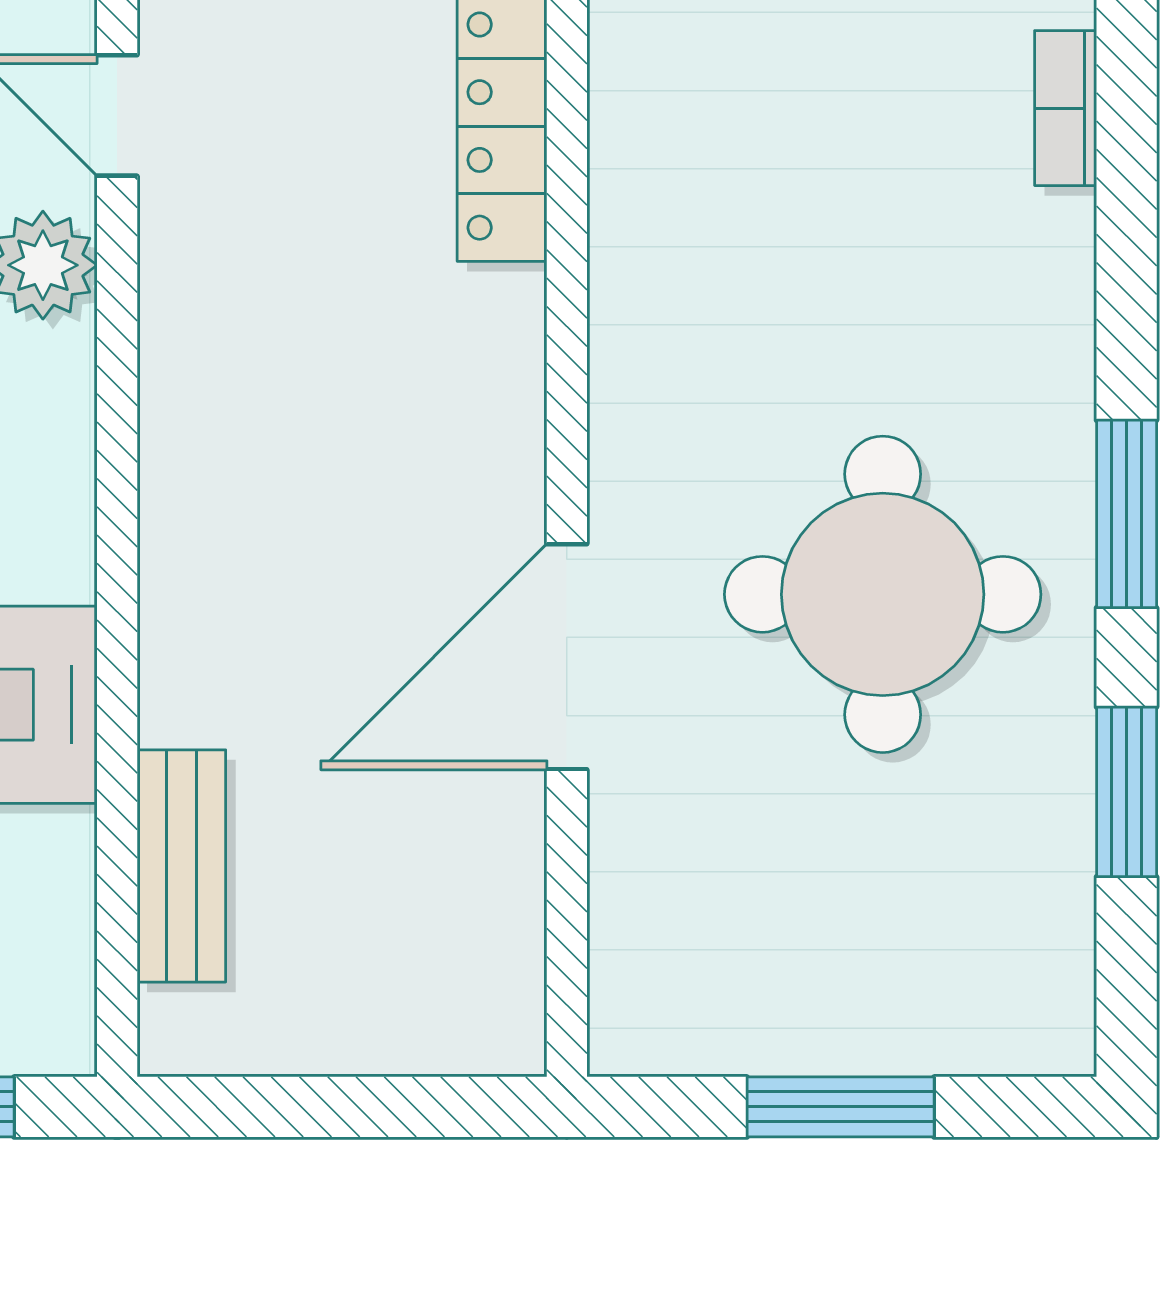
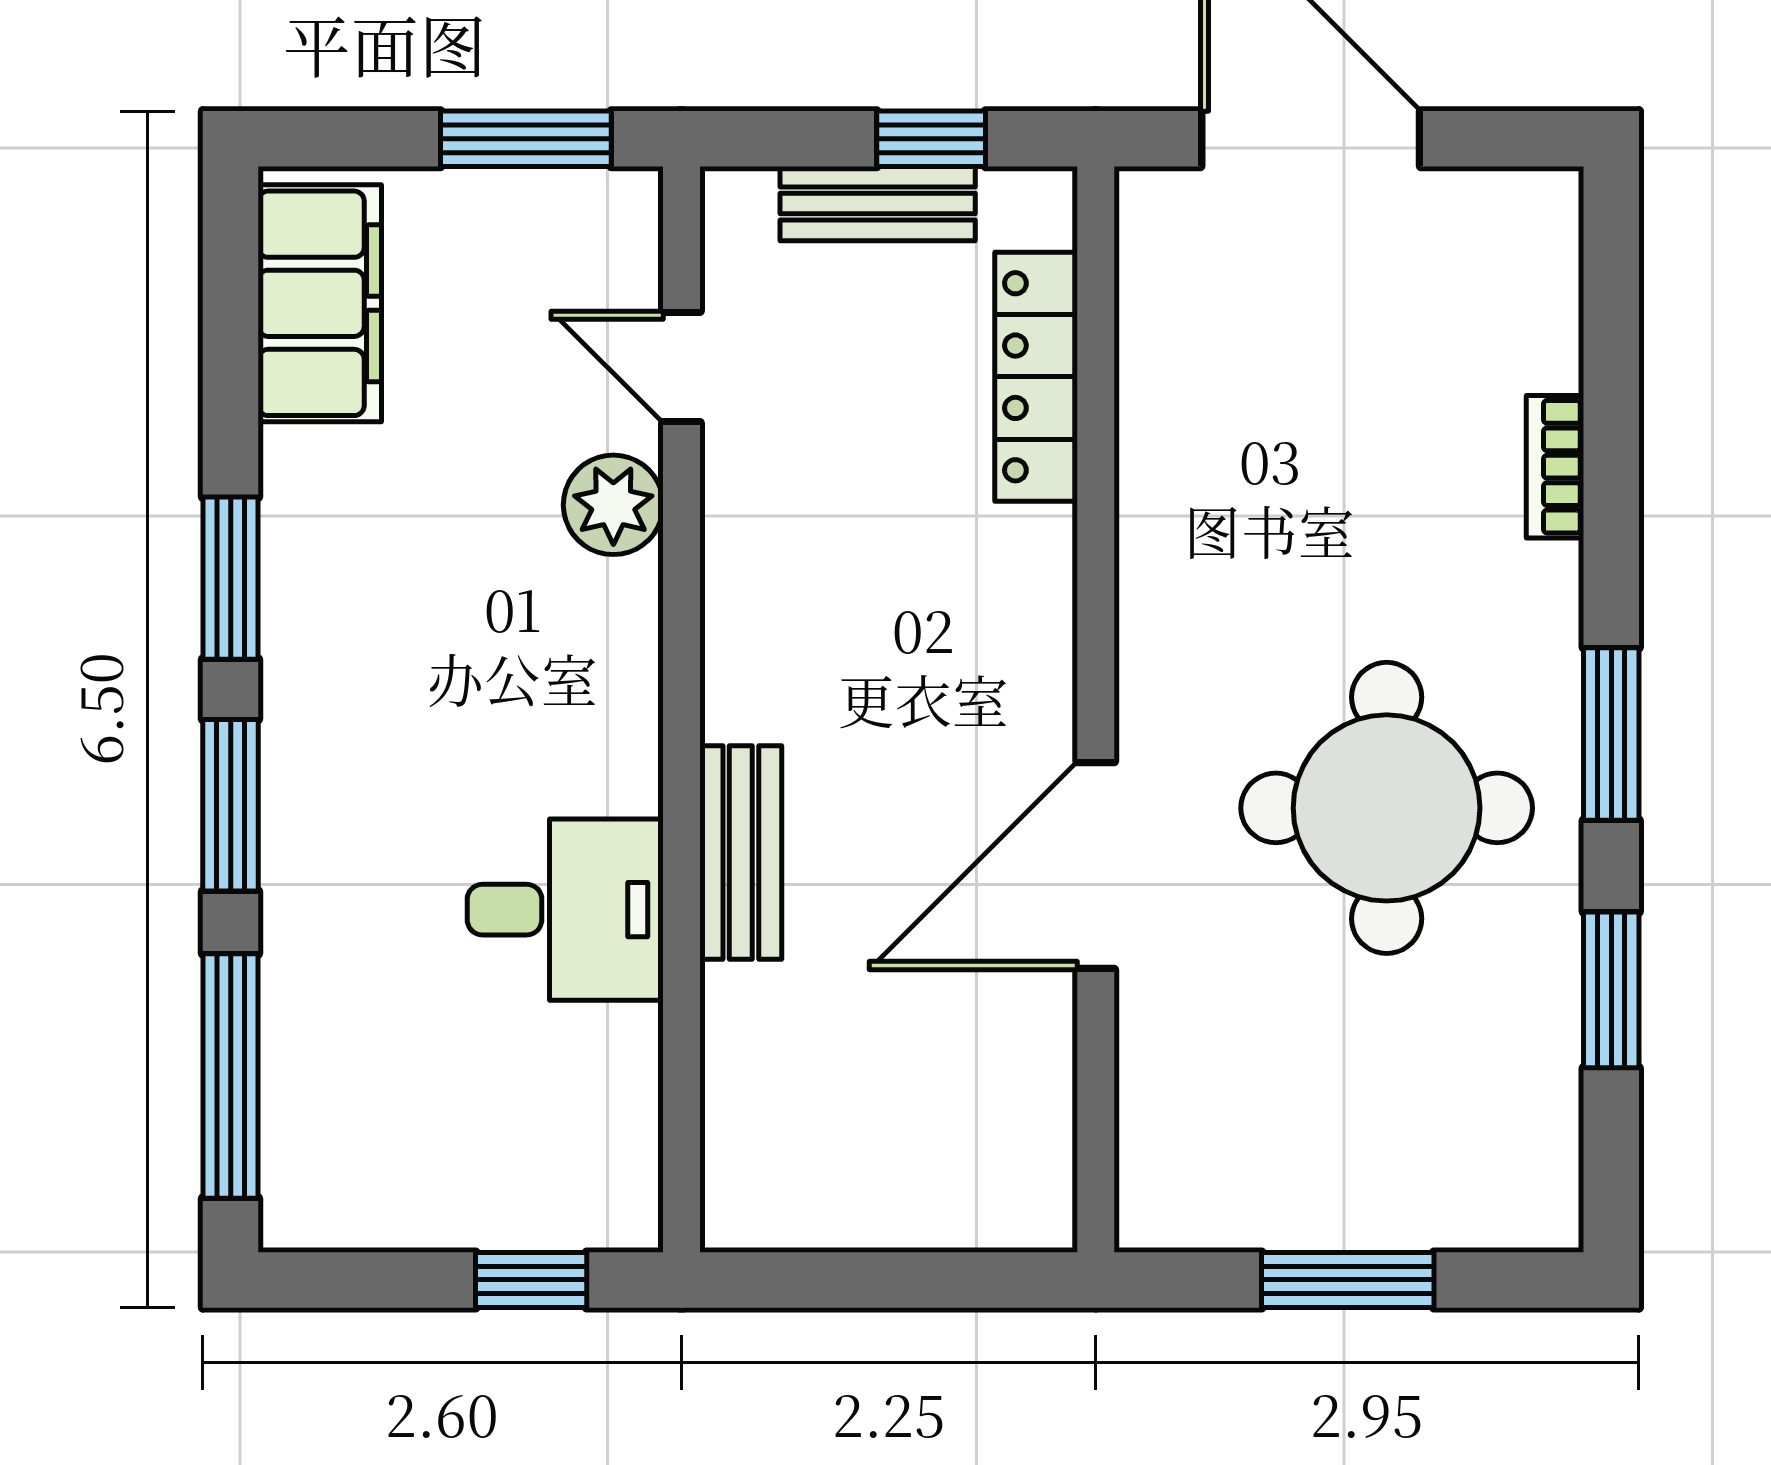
bookcase: (1066, 108) -> (1555, 467), moved
bench: (181, 866) -> (741, 852), moved

